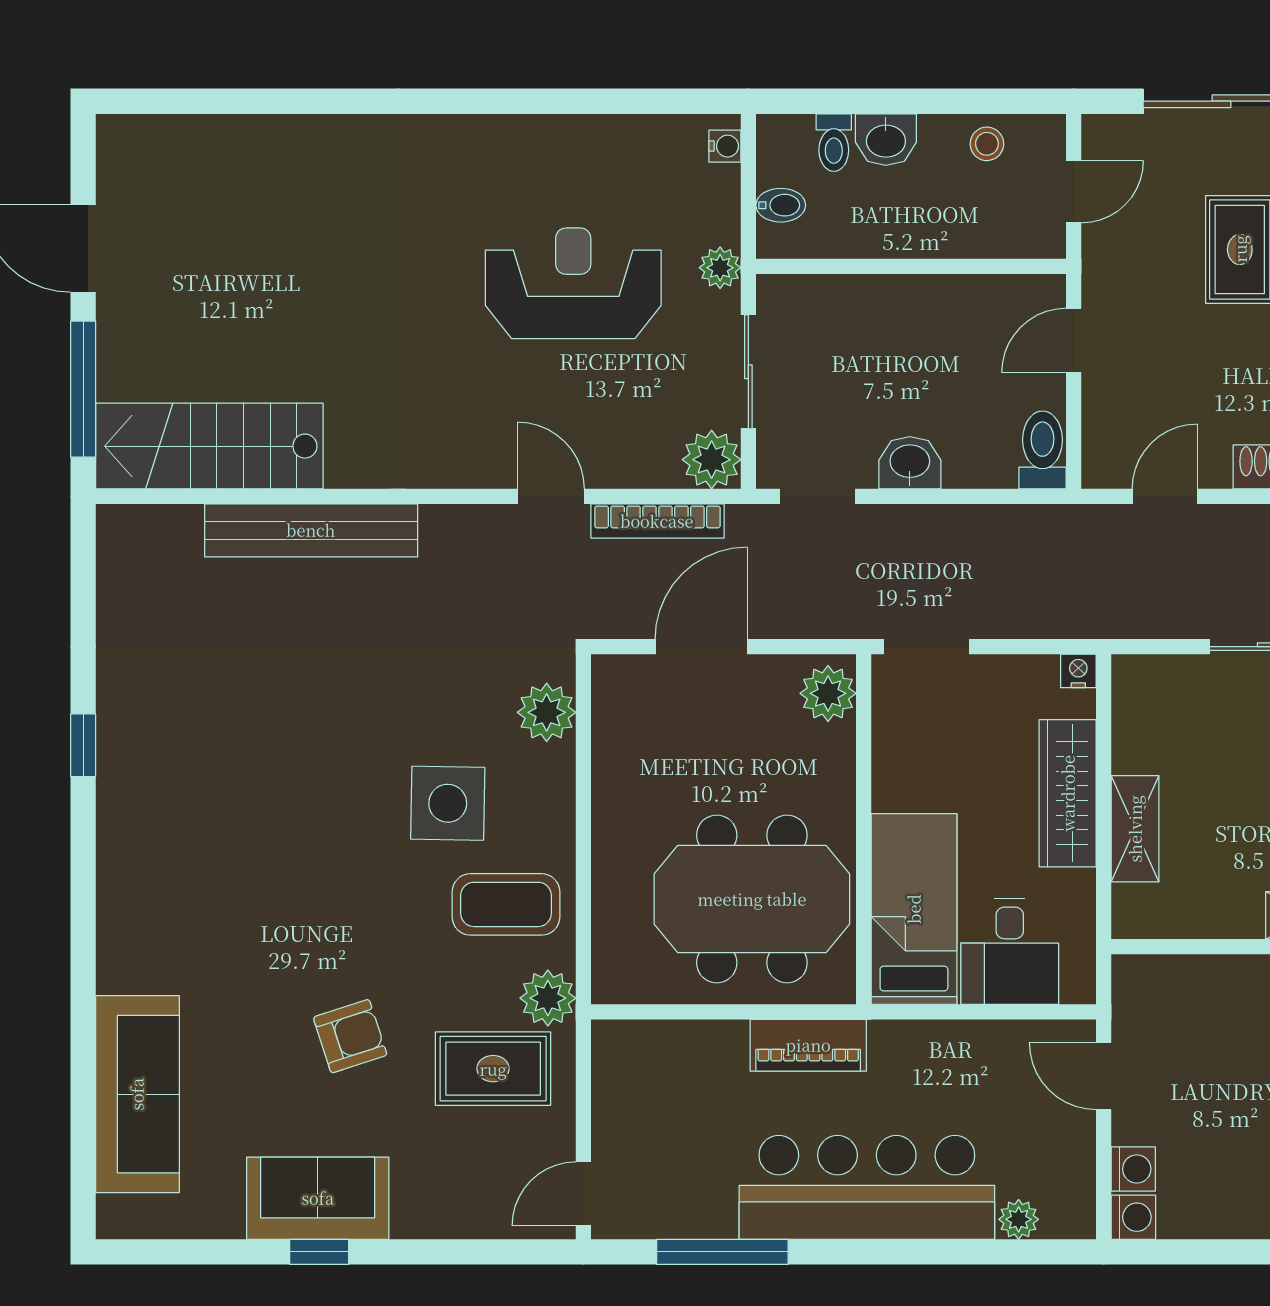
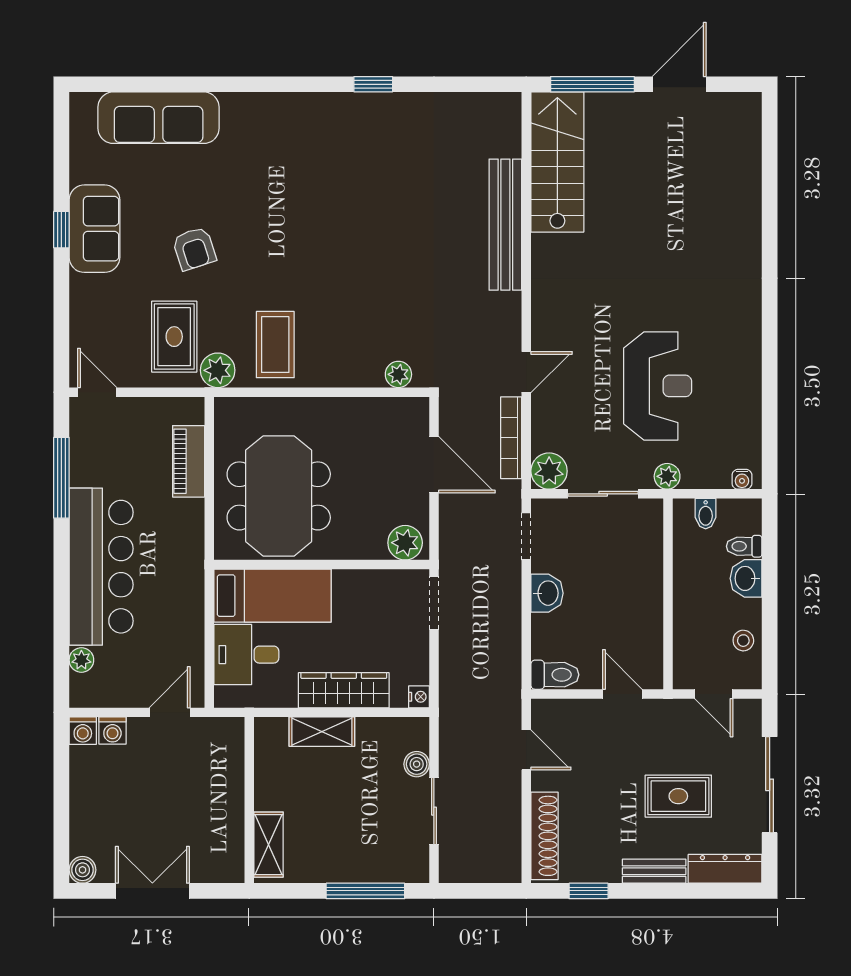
boiler: (1188, 675) -> (417, 764), added
plant: (547, 712) -> (398, 374), width x0.73, depth x0.73
side table: (448, 803) -> (338, 309), removed
piano: (808, 1045) -> (189, 461), moved

